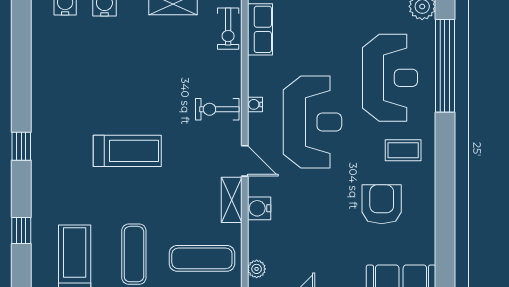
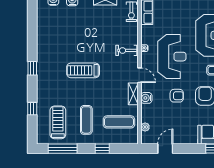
treadmill: (127, 151) -> (83, 70), turned 180
armchair: (323, 204) -> (177, 96), added

